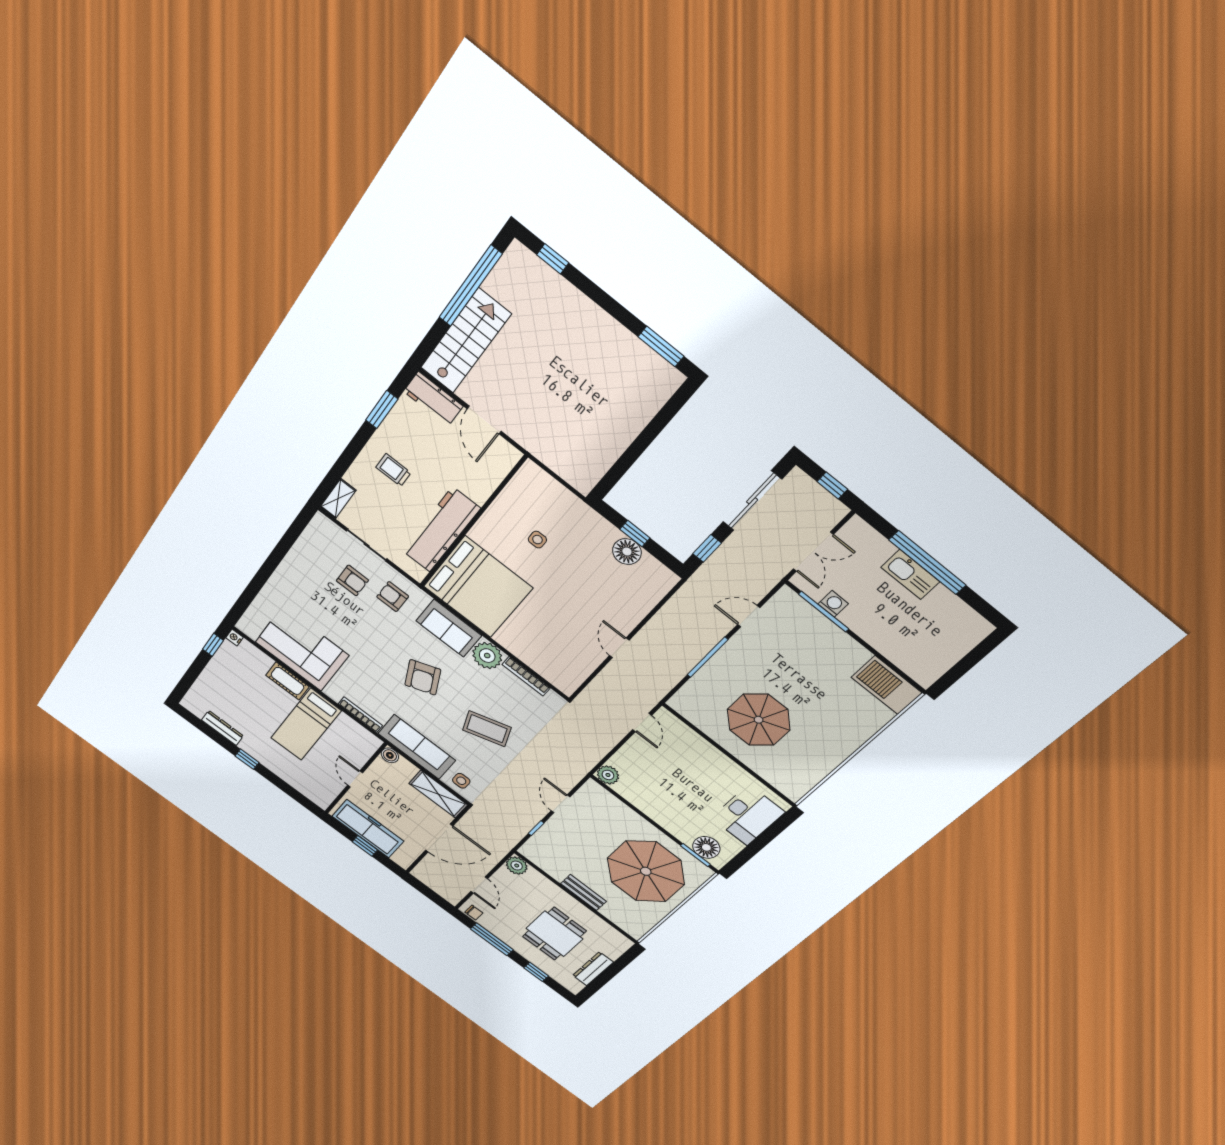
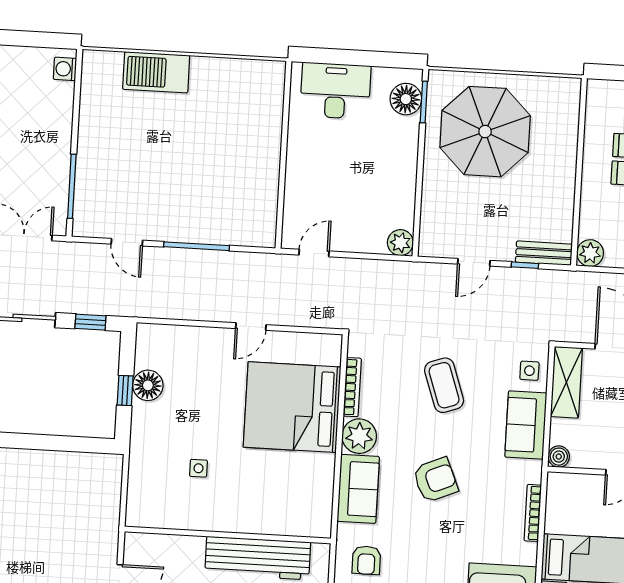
bed: (478, 587) -> (292, 407), moved, turned -90
washing machine: (833, 604) -> (65, 69), moved
barbecue: (886, 685) -> (156, 72), moved, turned 90
parasol: (759, 720) -> (224, 158), removed
sofa: (417, 747) -> (526, 425), width x0.73
bench: (583, 892) -> (544, 253), moved, turned 90

